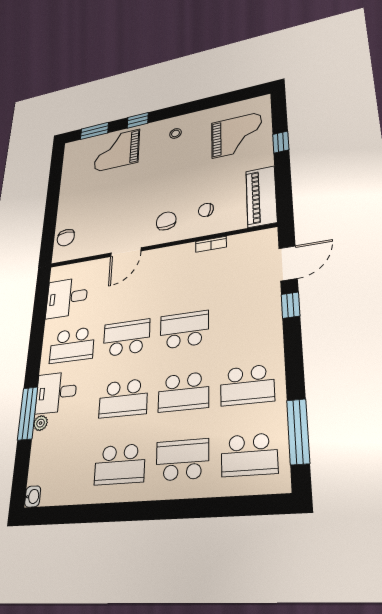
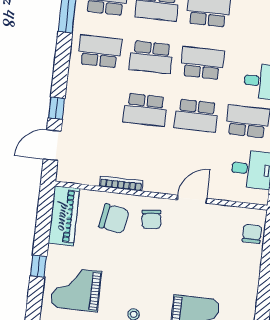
chair: (206, 210) -> (114, 219), width x1.87, depth x1.87
bookcase: (211, 244) -> (121, 183), width x1.56
school desk: (183, 392) -> (151, 57), turned 180

